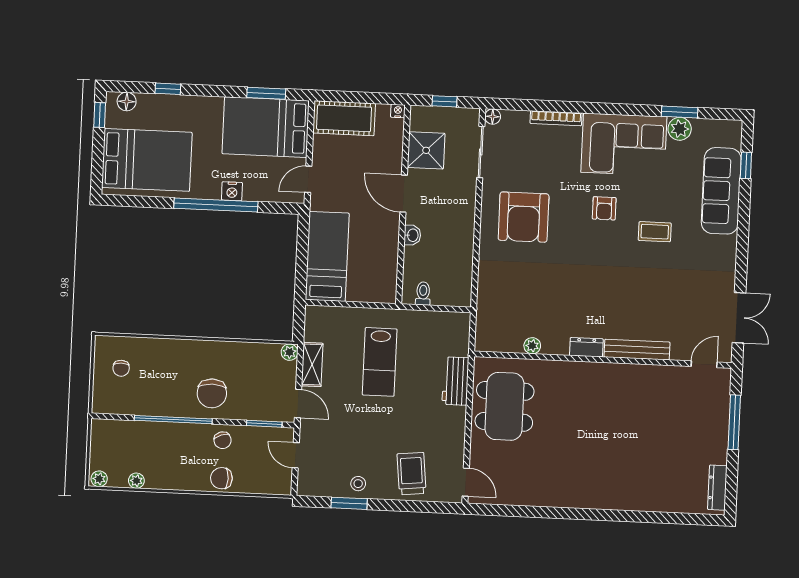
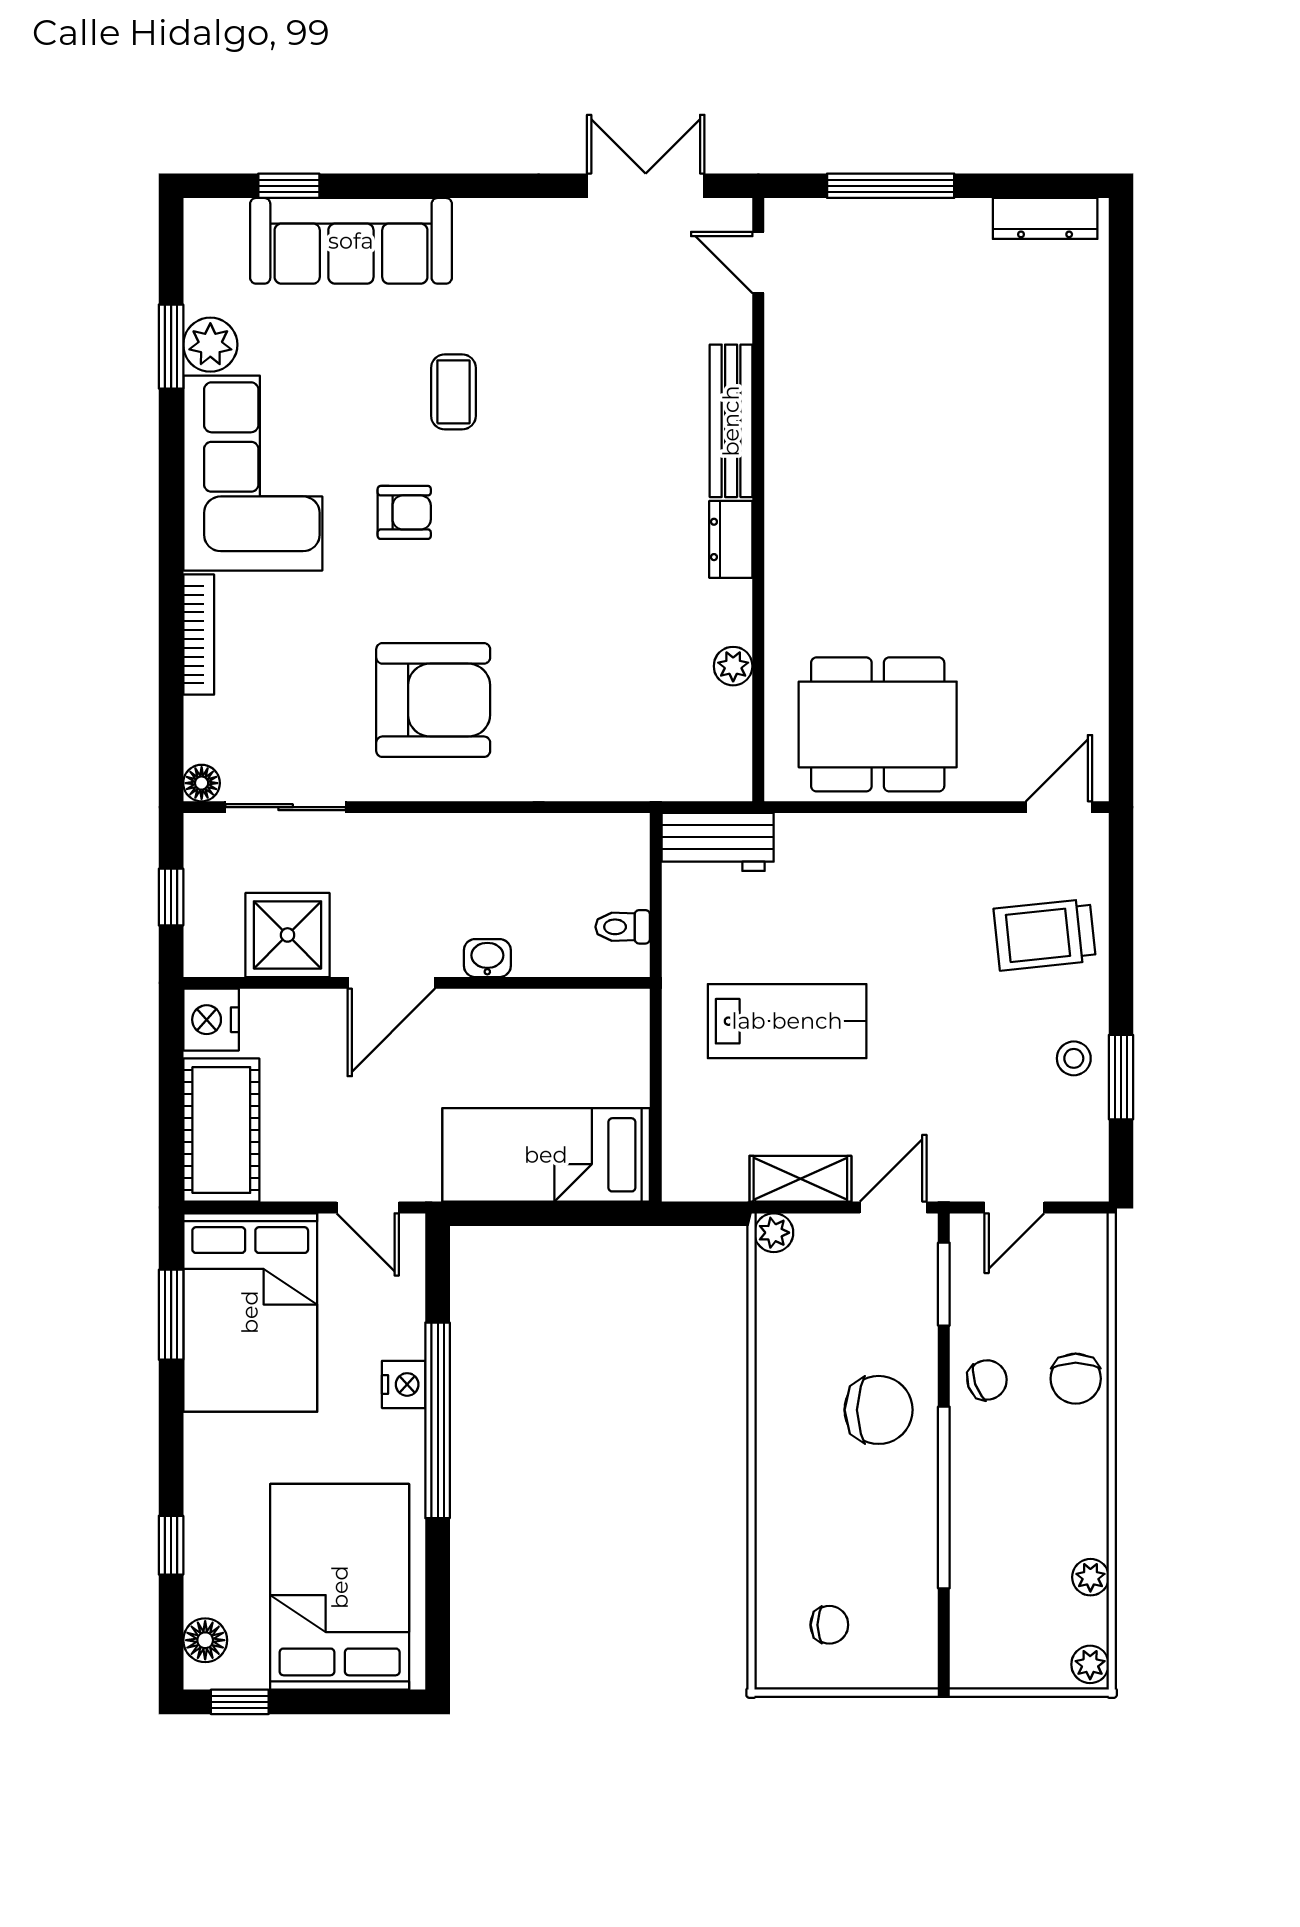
nightstand: (398, 111) -> (211, 1020), width x1.89, depth x1.79
workbench: (455, 381) -> (718, 842), moved

